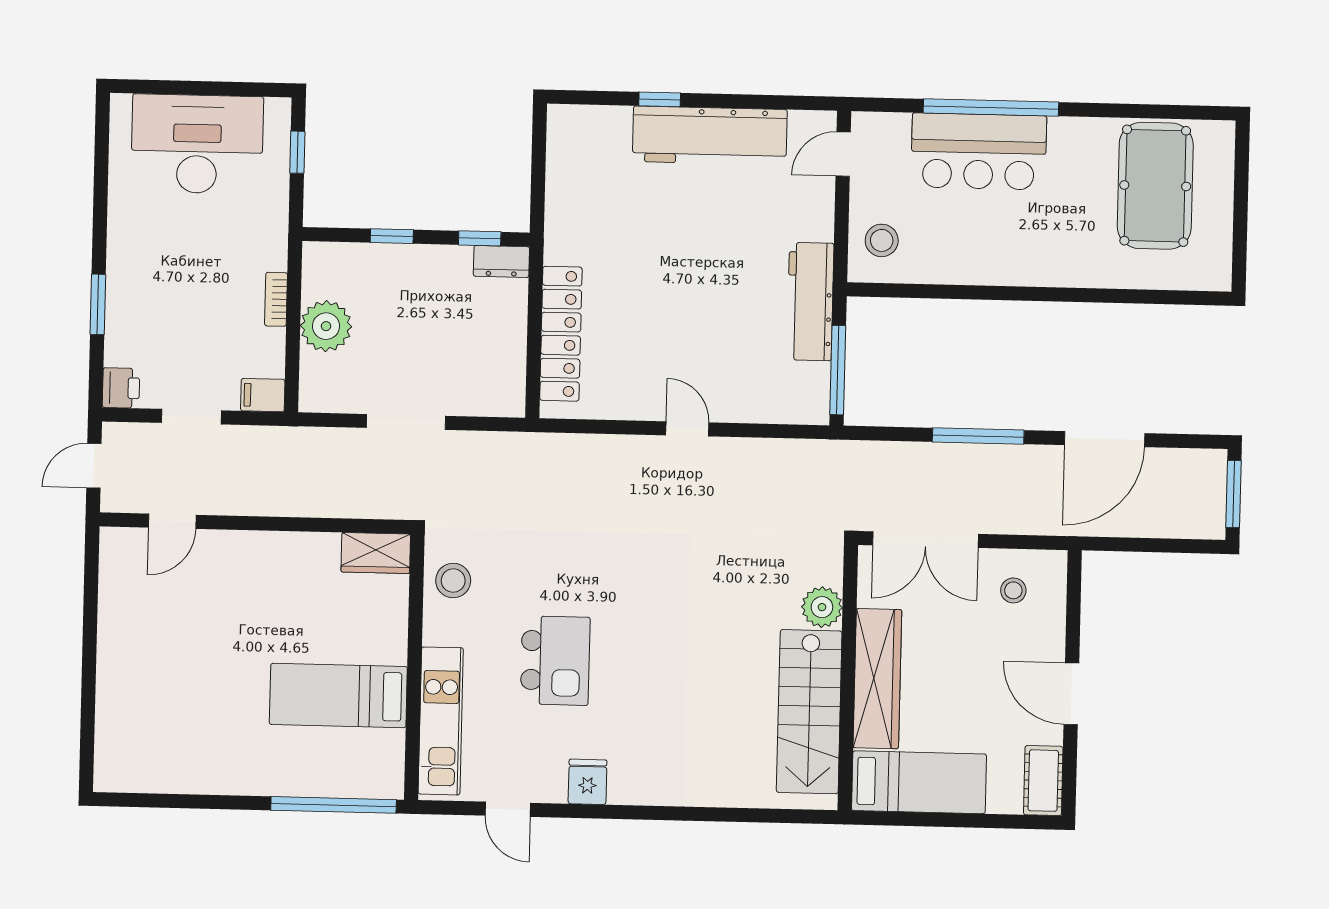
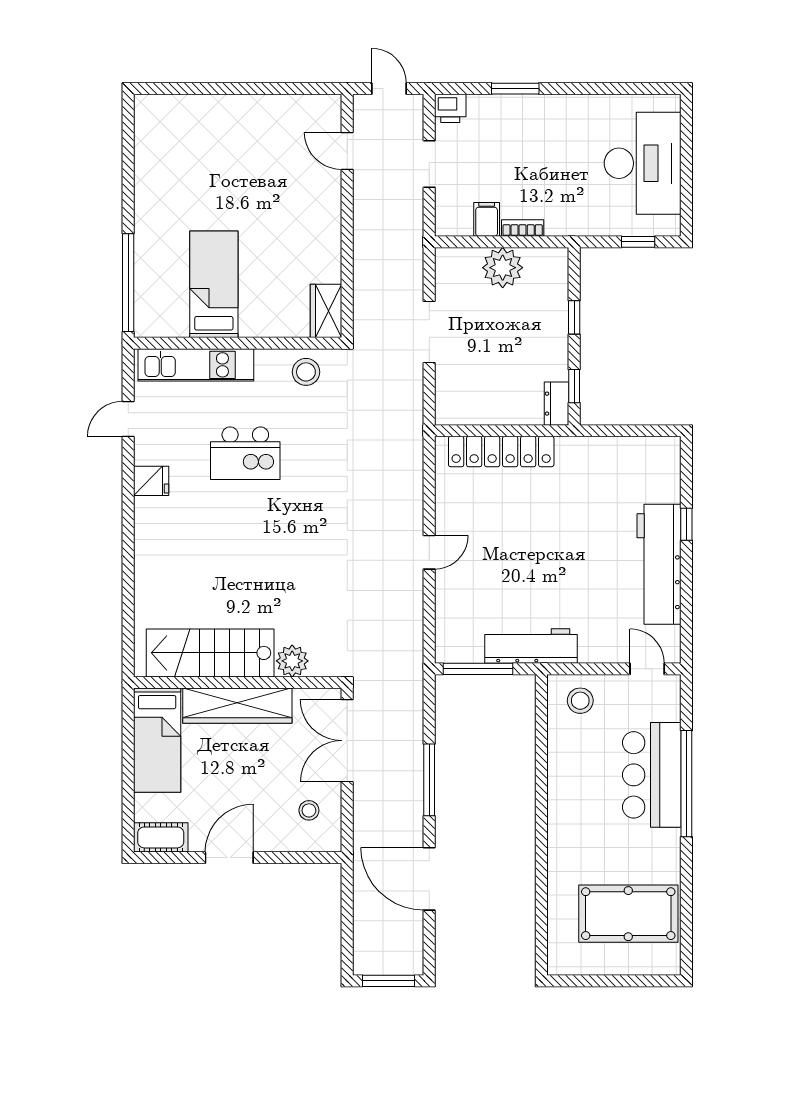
filing cabinet: (263, 395) -> (487, 219), moved

